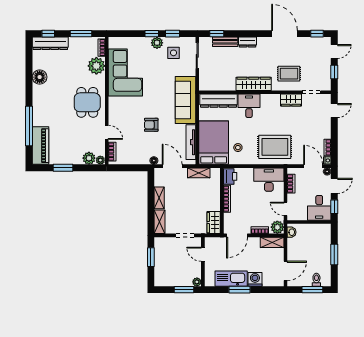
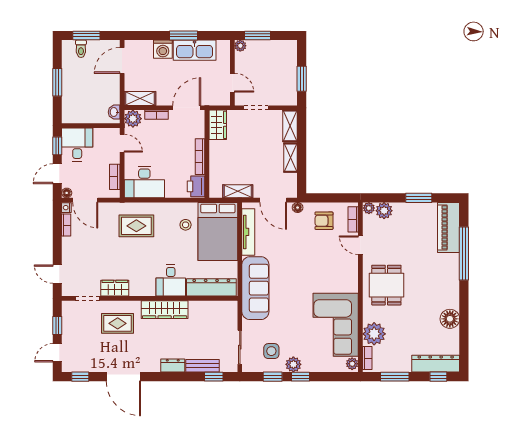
plant: (113, 43) -> (352, 364), added
door: (334, 111) -> (57, 274), hinge flipped
armchair: (151, 125) -> (324, 221), moved, turned 180
rug: (275, 147) -> (136, 226), width x0.73, depth x0.70

